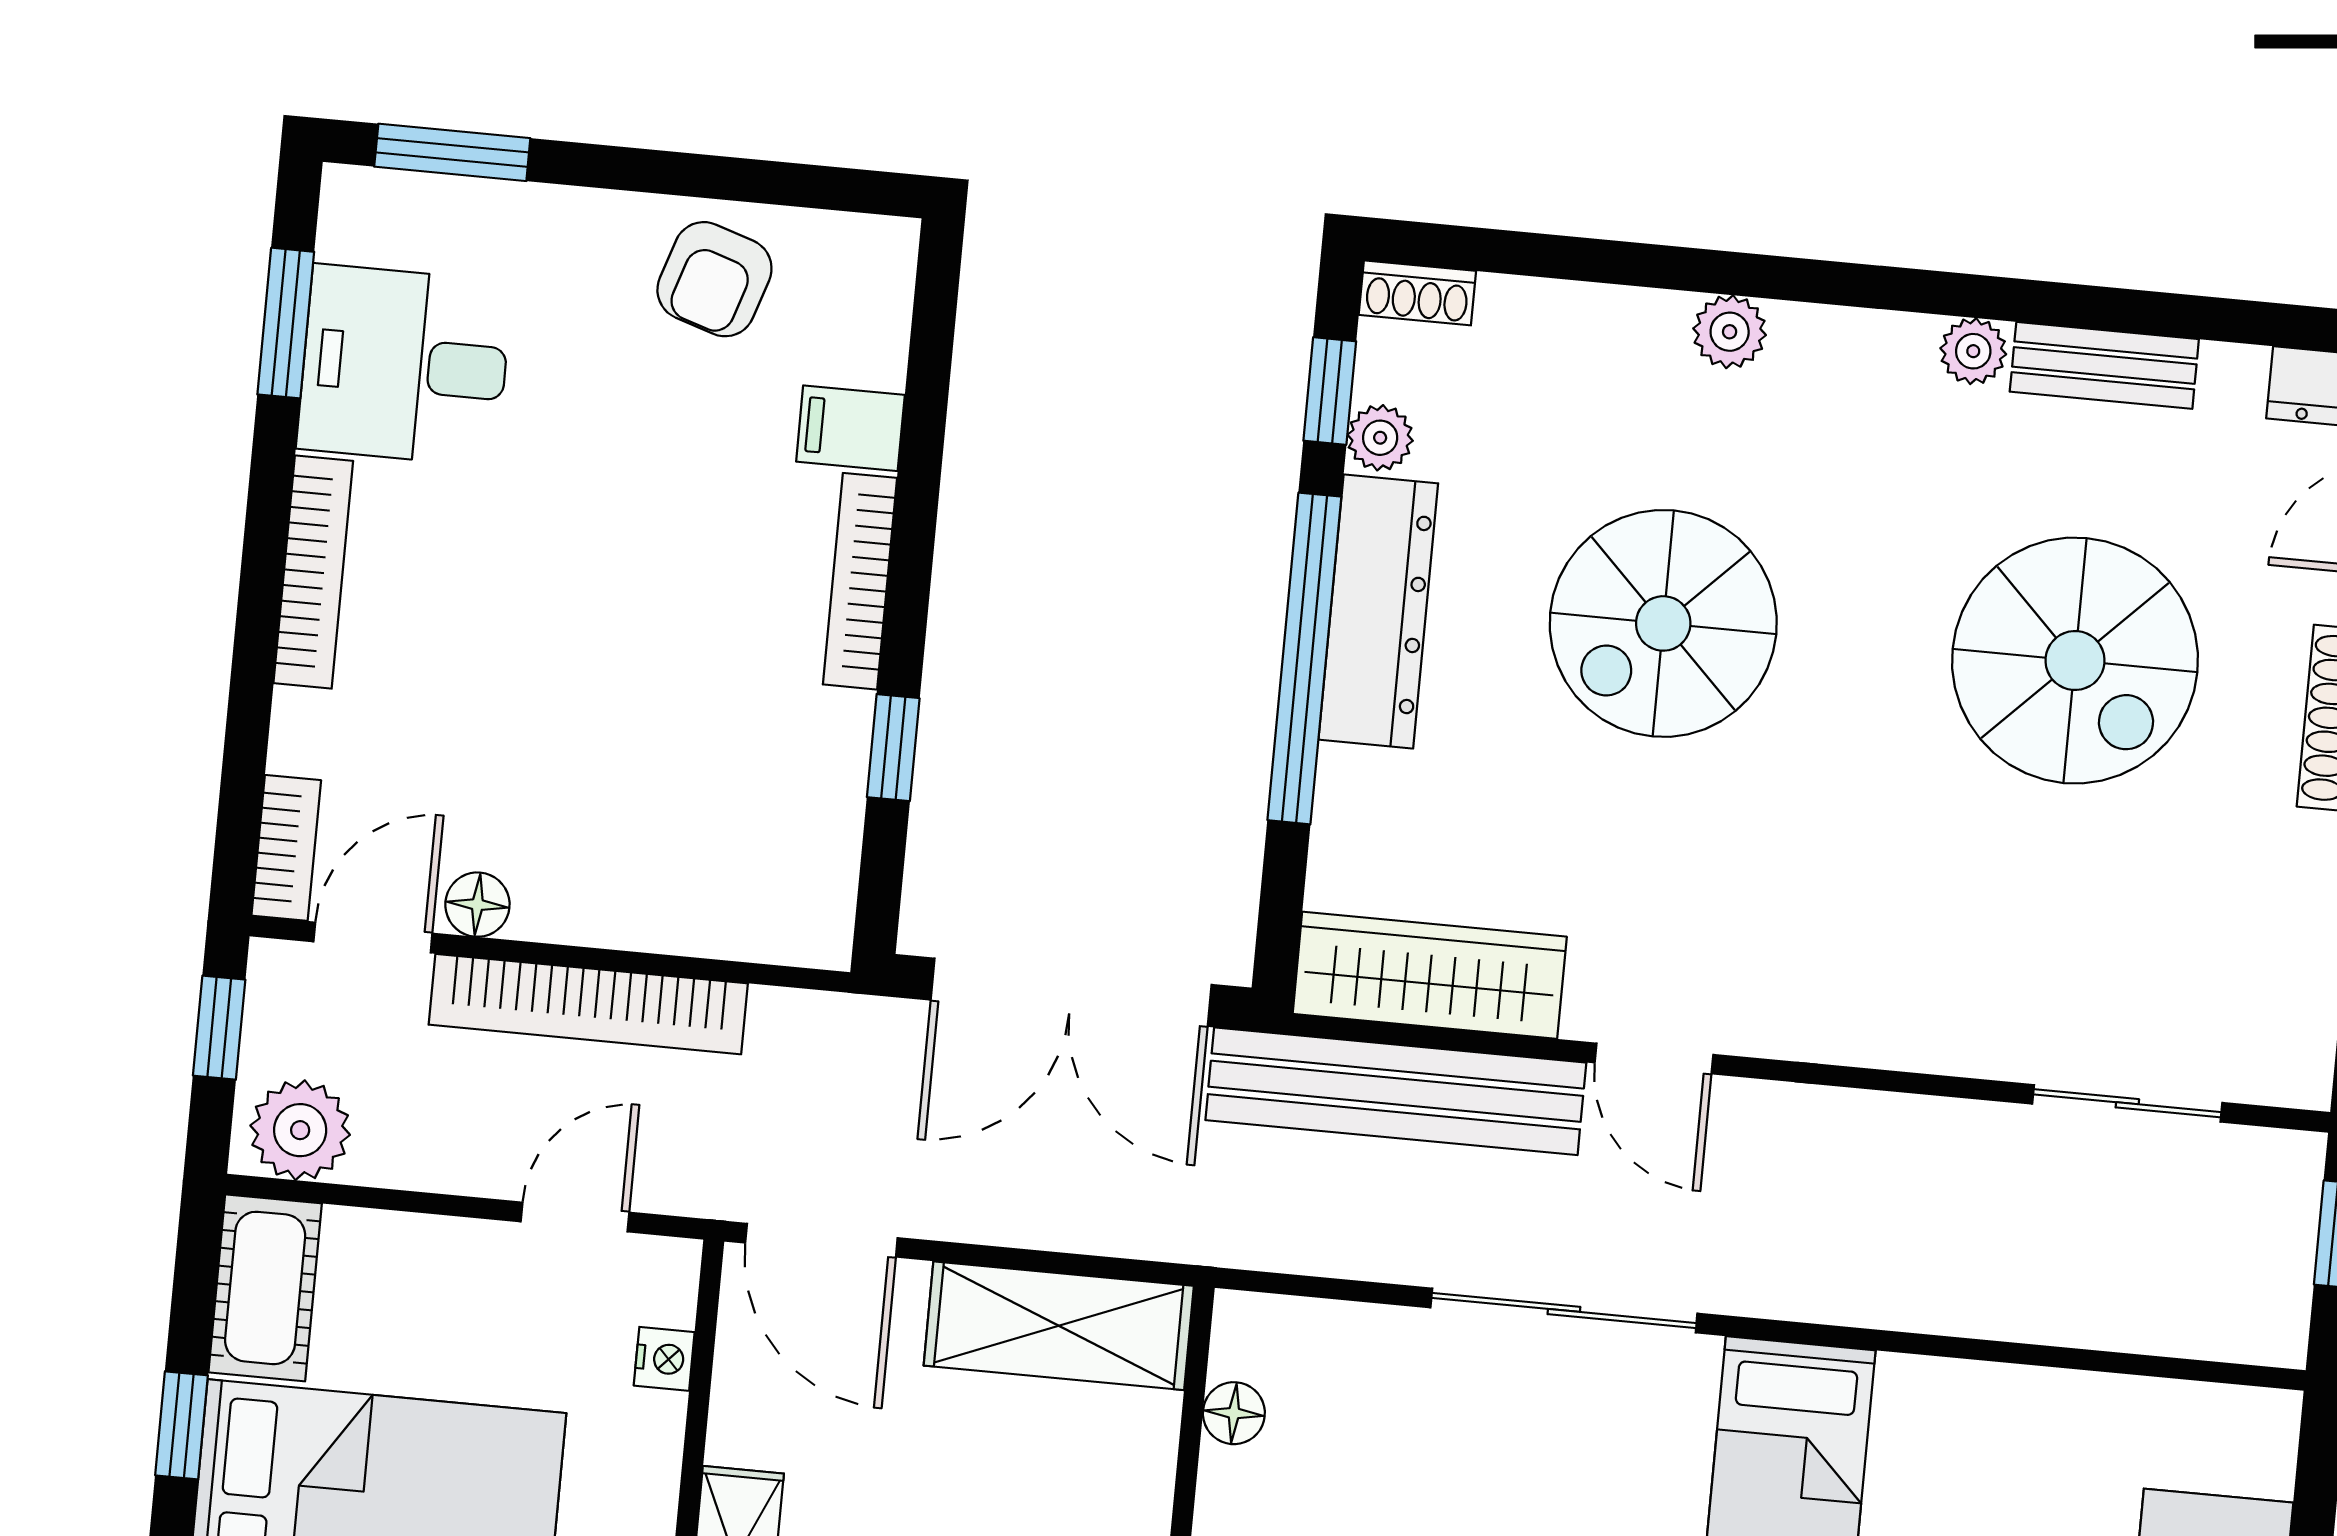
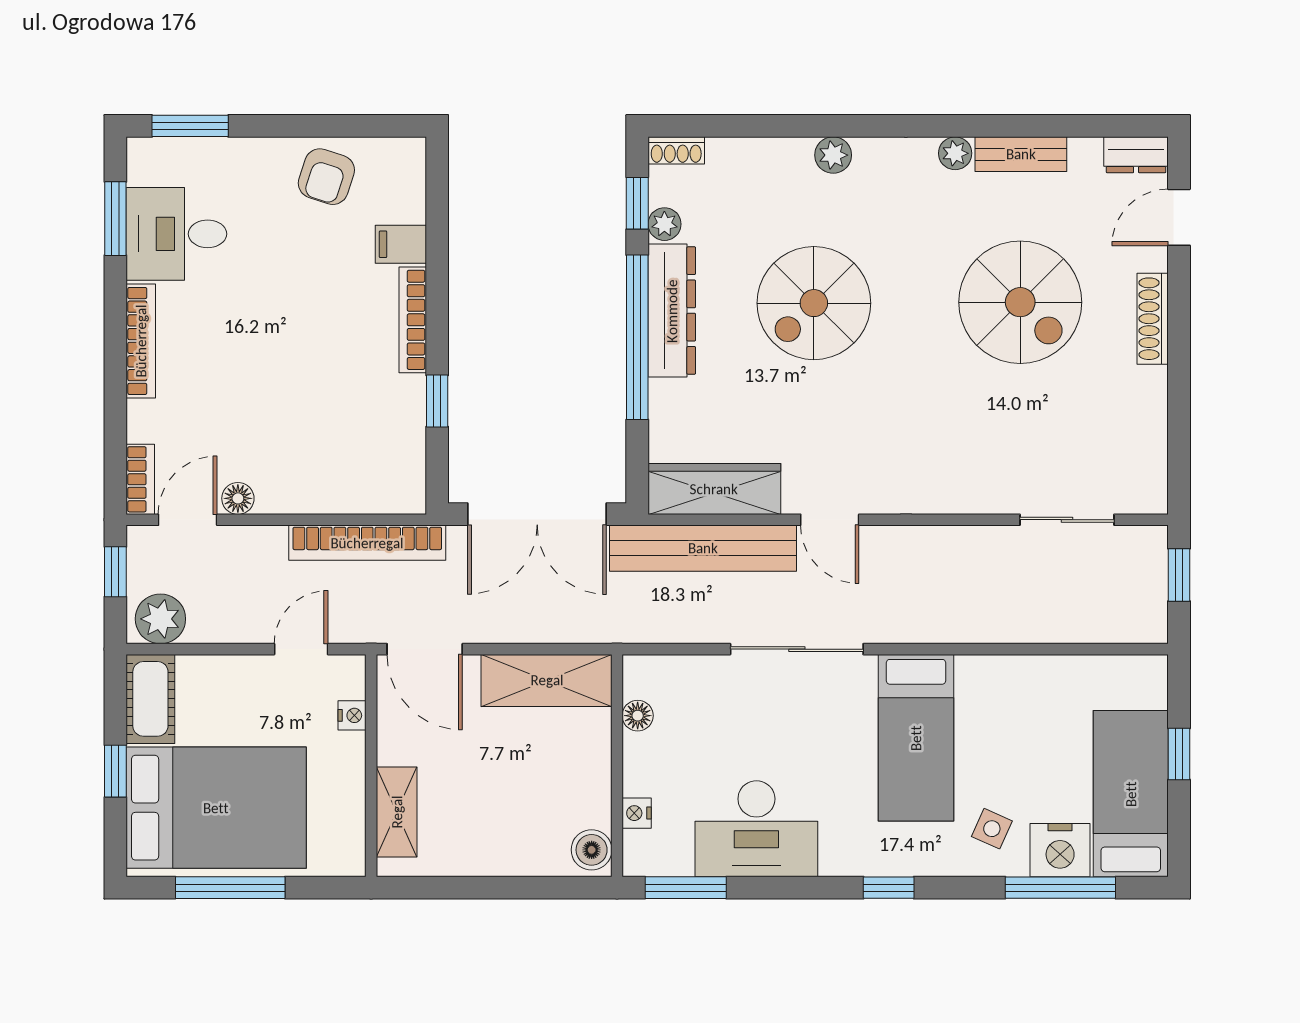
bookcase: (588, 1004) -> (367, 543), moved

